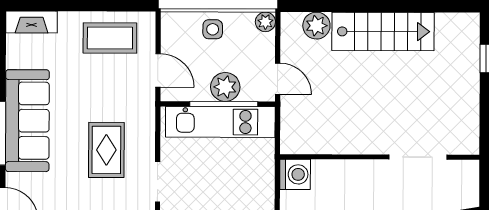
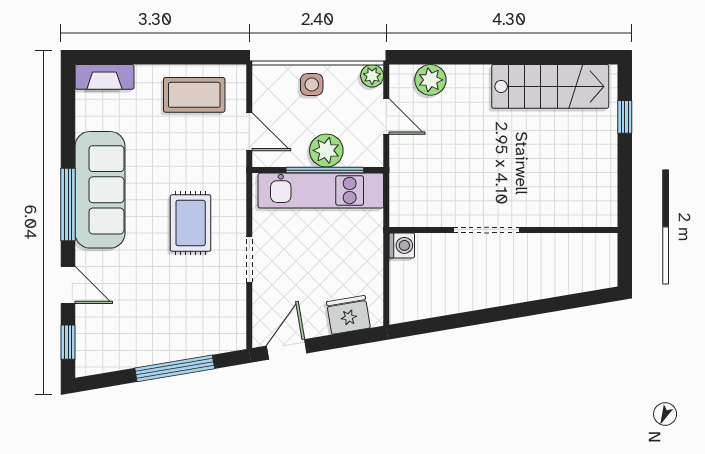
stairs: (383, 32) -> (550, 86), moved
door: (278, 79) -> (386, 117), moved
doorway: (418, 157) -> (486, 230), moved
washing machine: (295, 174) -> (402, 245), width x0.73, depth x0.73

